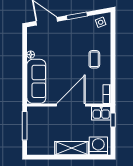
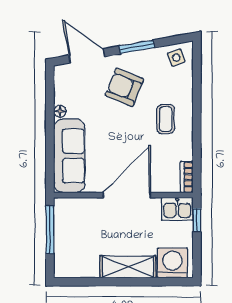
armchair: (69, 40) -> (124, 87), added

